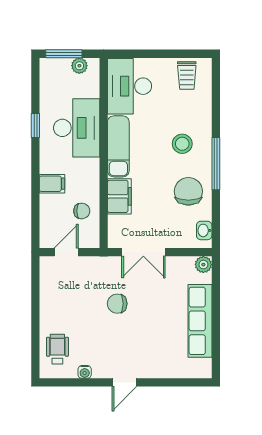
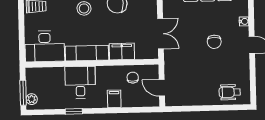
plant: (79, 66) -> (32, 99), moved
desk: (77, 128) -> (80, 82), width x0.73
chair: (117, 304) -> (214, 42), moved
water cooler: (85, 372) -> (244, 21), moved

